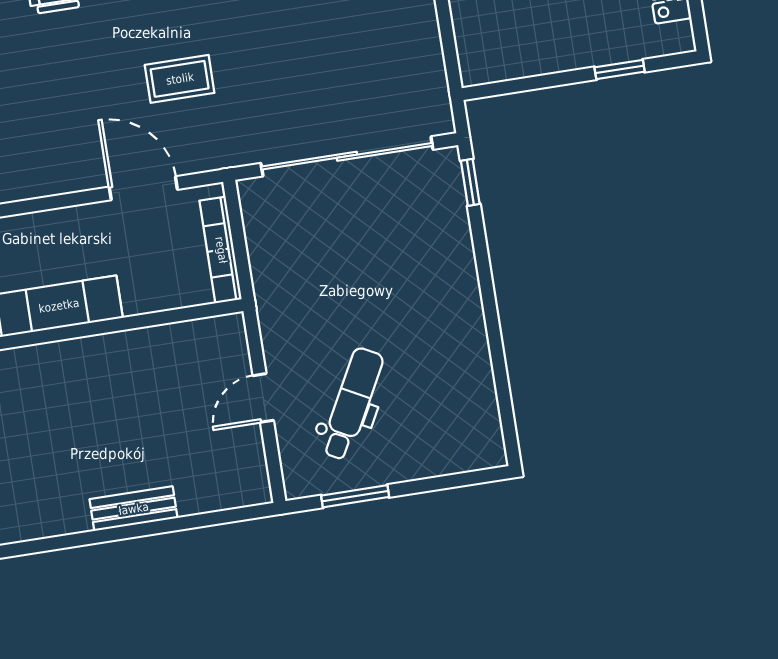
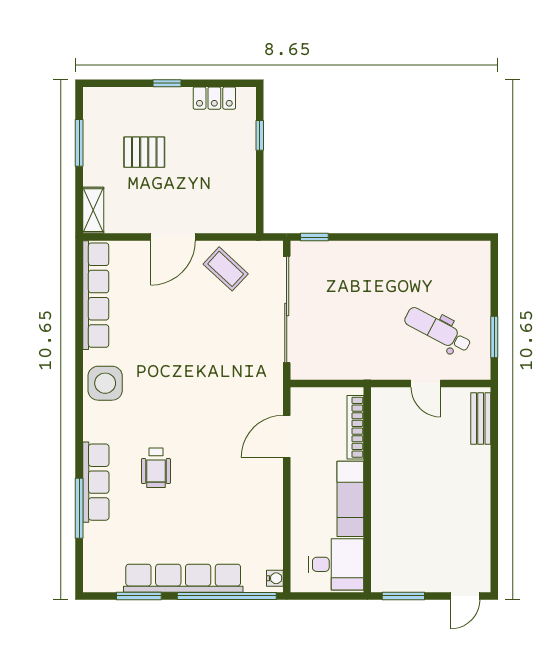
coffee table: (180, 79) -> (226, 269), moved, turned -47
bookcase: (221, 250) -> (355, 427), moved, turned 90
bench: (134, 509) -> (481, 418), moved

